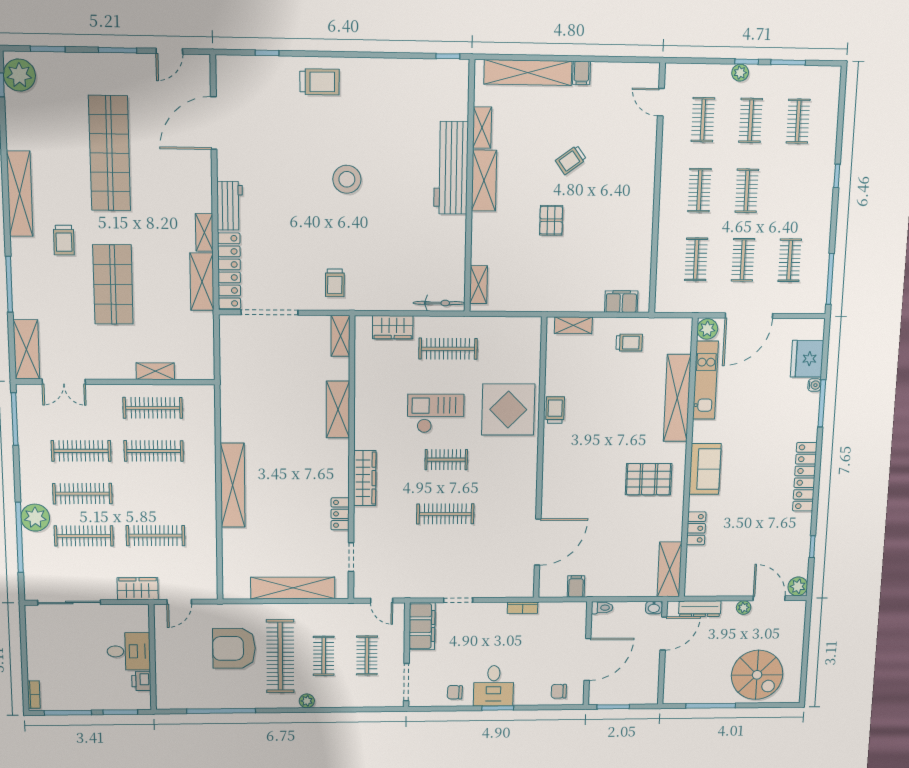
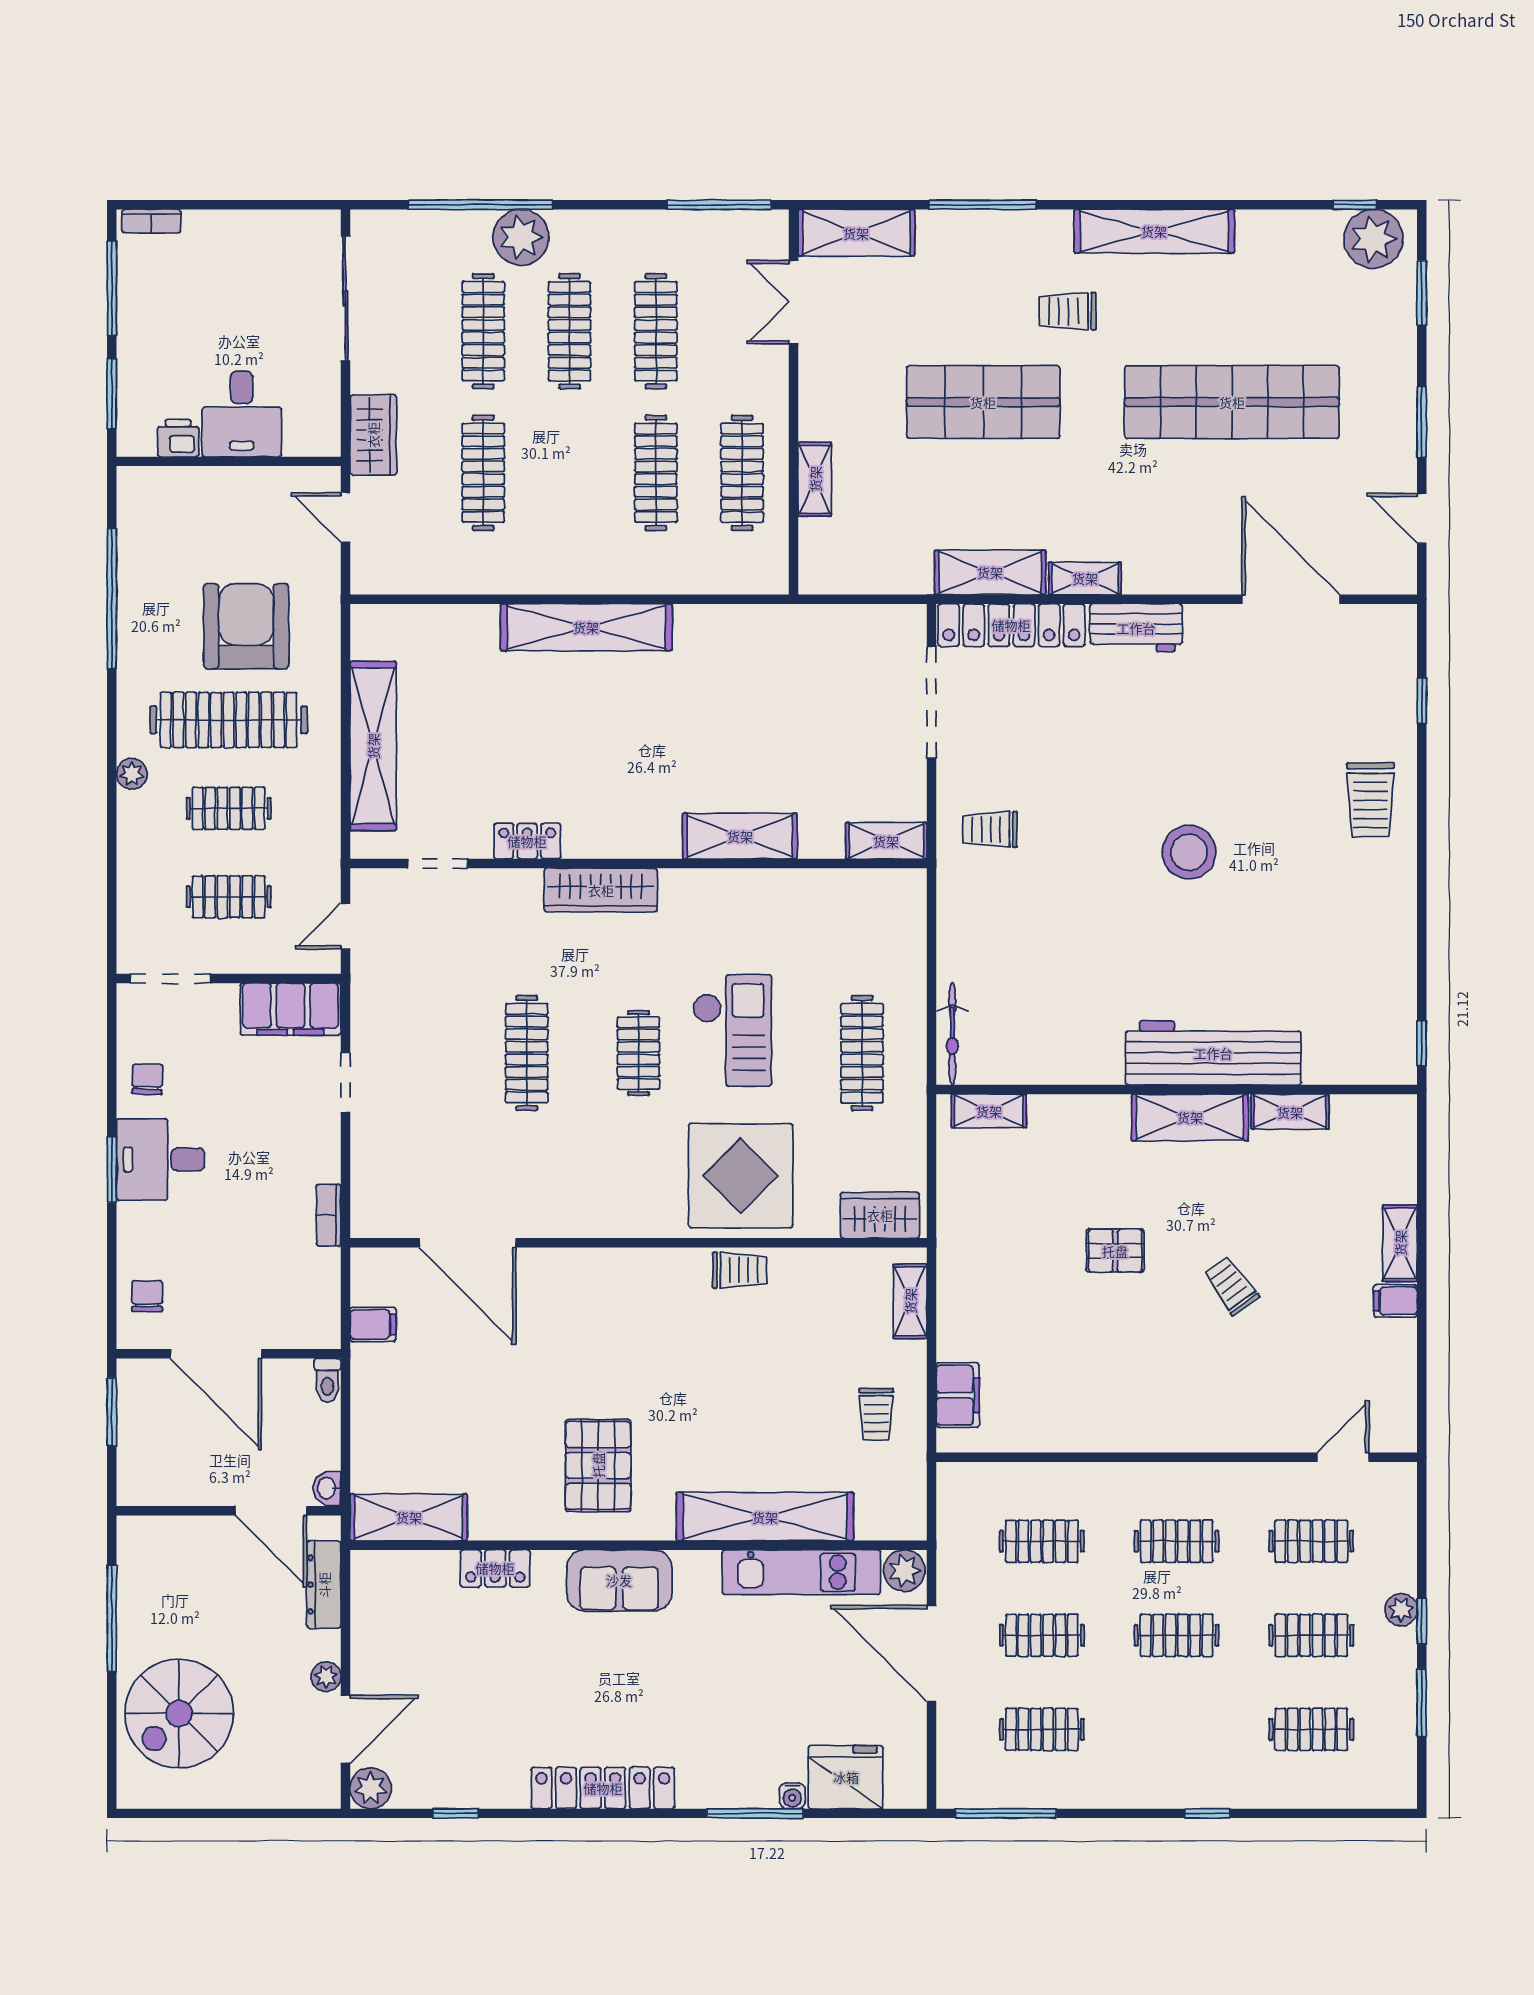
shelving: (528, 73) -> (1400, 1243), width x0.45, depth x0.75
wardrobe: (393, 327) -> (880, 1215), moved, turned 90

